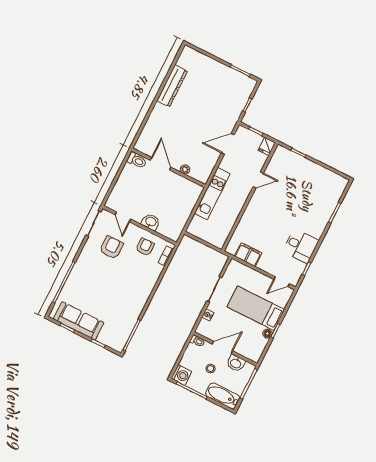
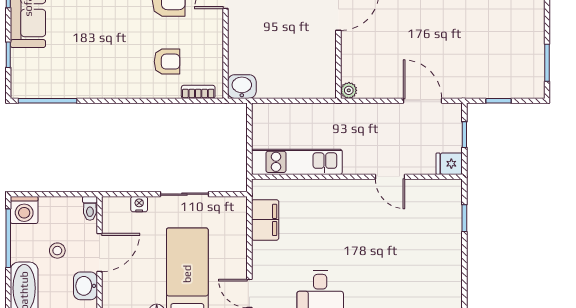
plant: (185, 169) -> (349, 90), moved
kitchen unit: (212, 194) -> (297, 162), moved, turned 180
washbasin: (151, 222) -> (242, 87), moved, turned -90
armchair: (145, 247) -> (167, 62), moved
door: (222, 347) -> (99, 253), hinge flipped

